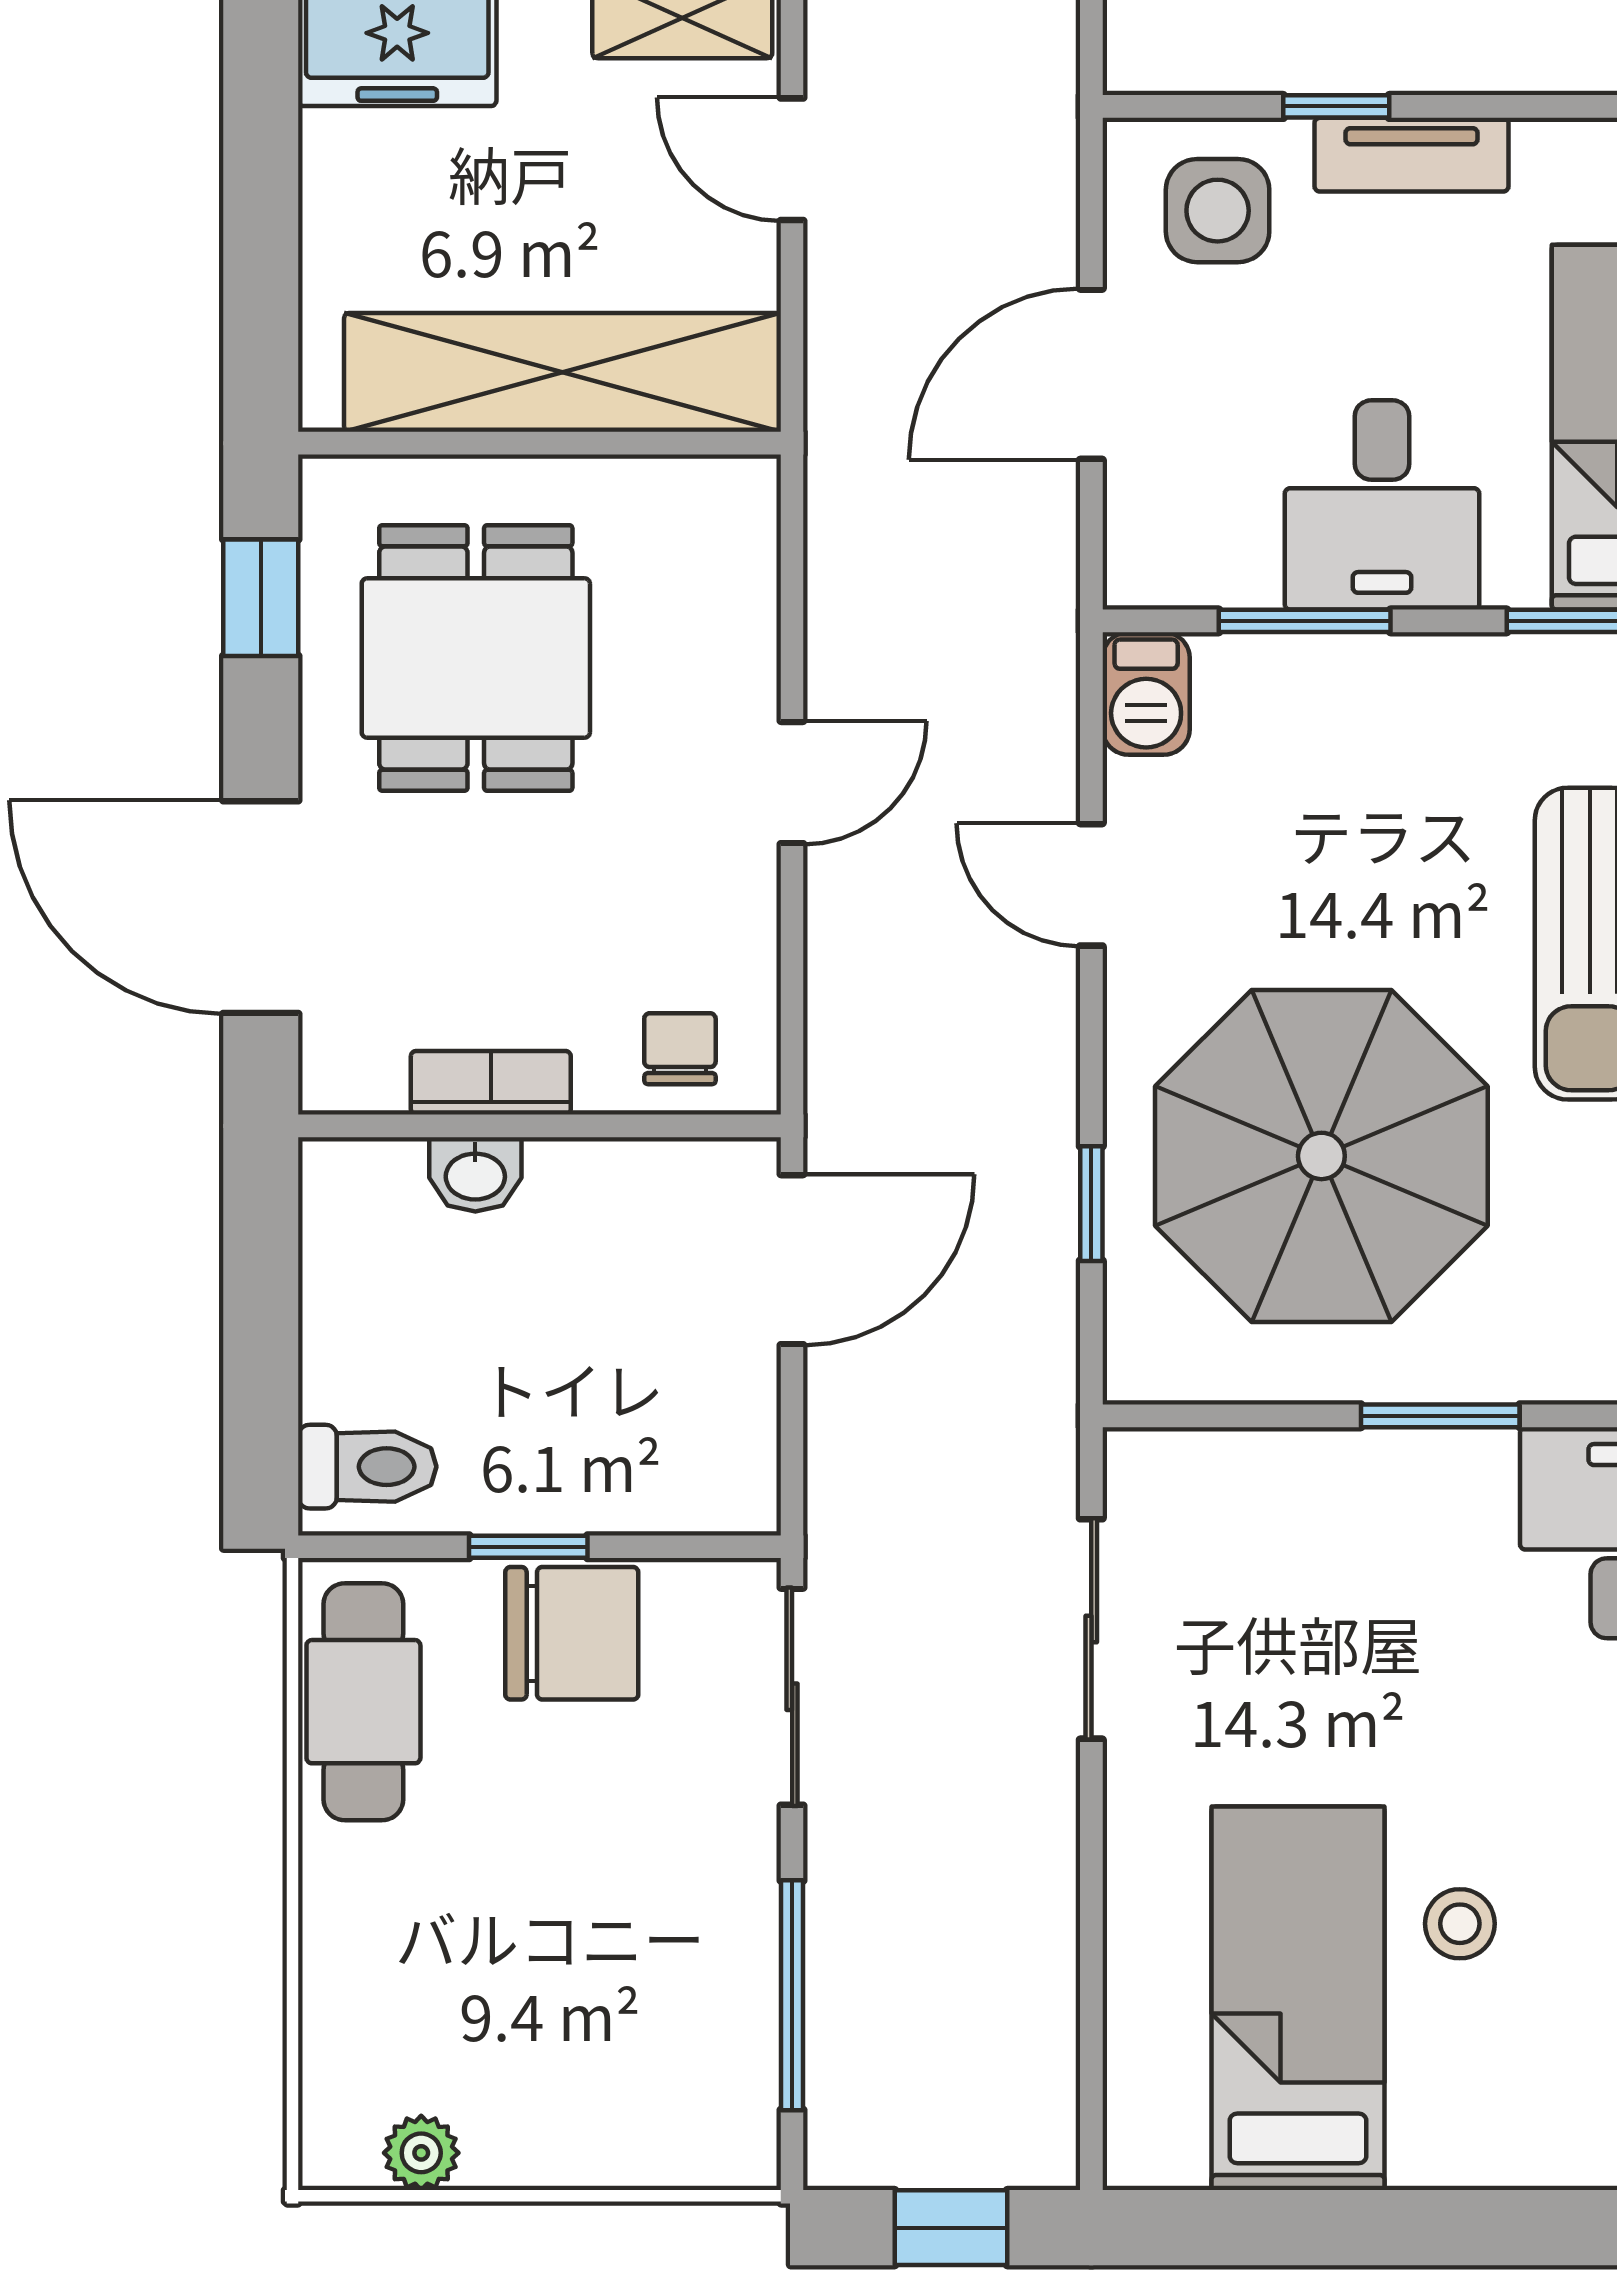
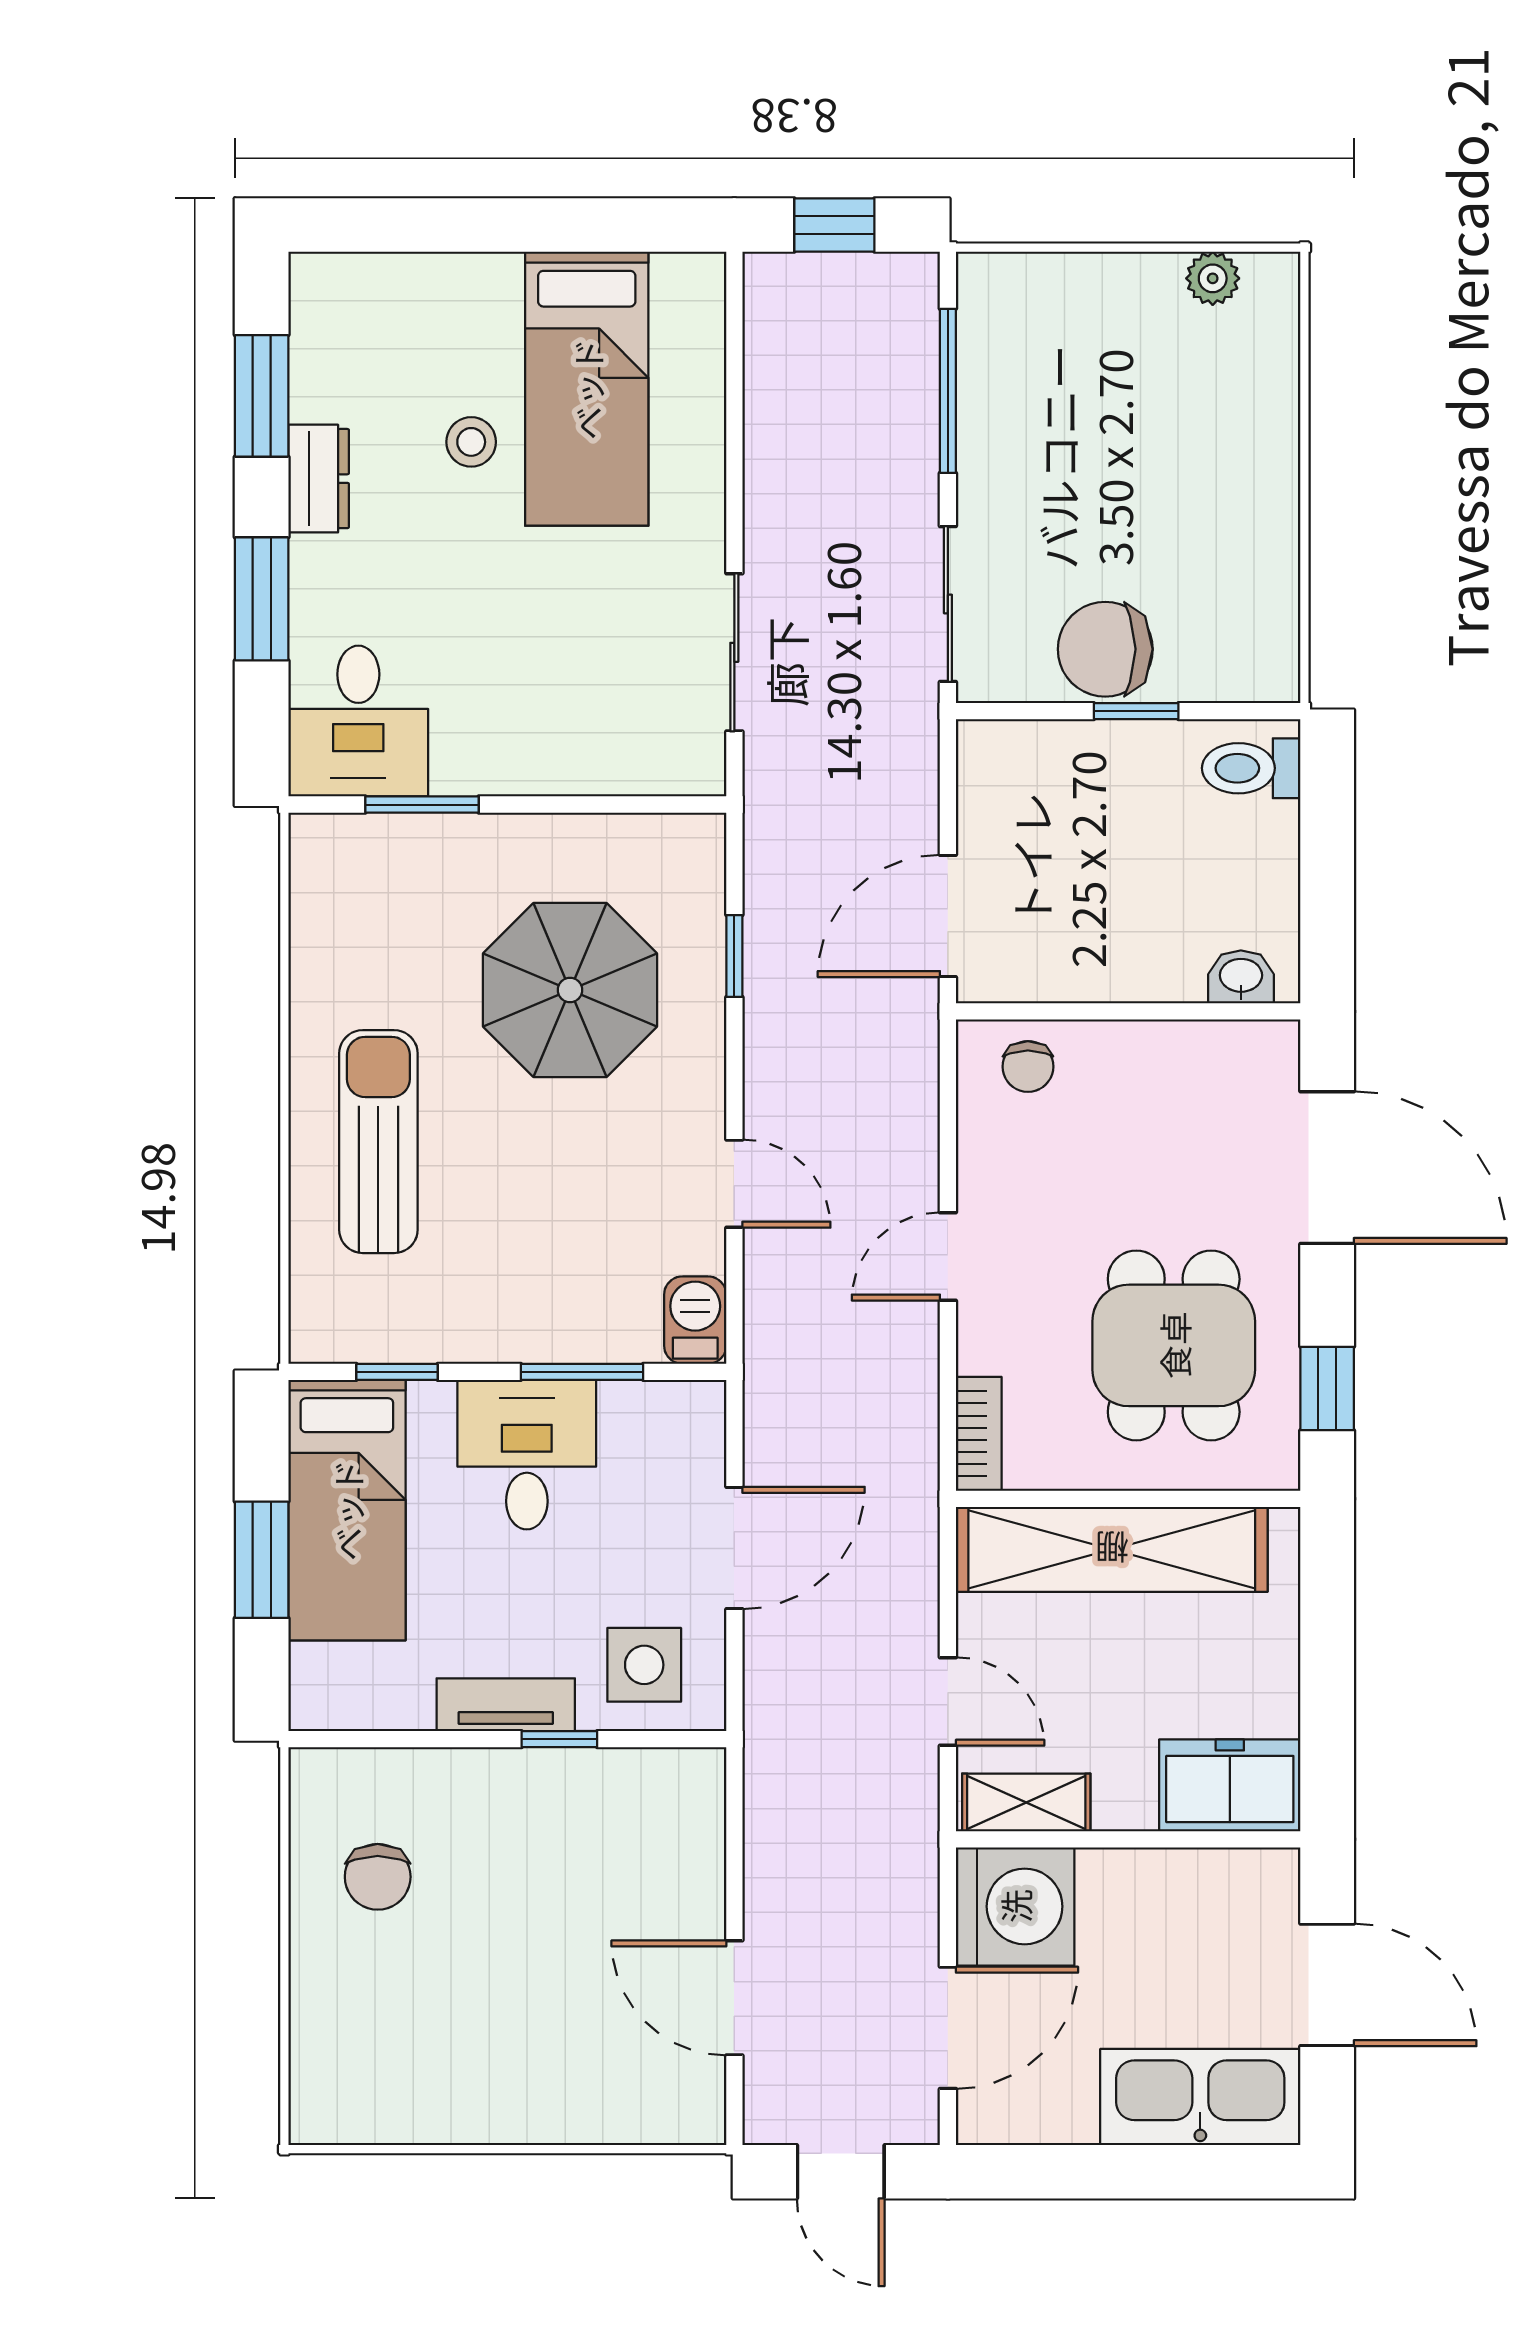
bookcase: (491, 1083) -> (979, 1434), moved, turned -90
parasol: (1321, 1156) -> (570, 990), width x0.73, depth x0.73
washbasin: (475, 1174) -> (1241, 977), moved
window: (1440, 1416) -> (422, 805), moved
cafe table: (363, 1702) -> (1254, 600), removed

